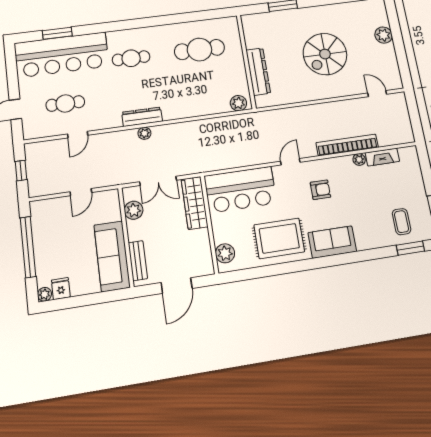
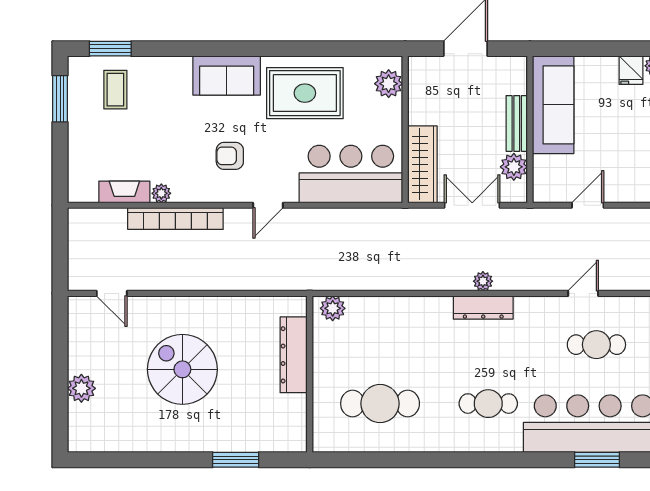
spiral stairs: (325, 54) -> (182, 369), turned -90
bench: (138, 261) -> (517, 123), moved

